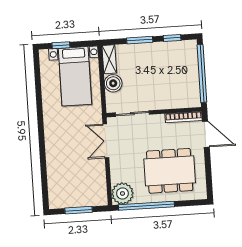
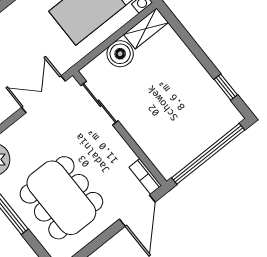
window: (140, 40) -> (196, 49), removed
bookcase: (184, 117) -> (145, 176), width x0.64

